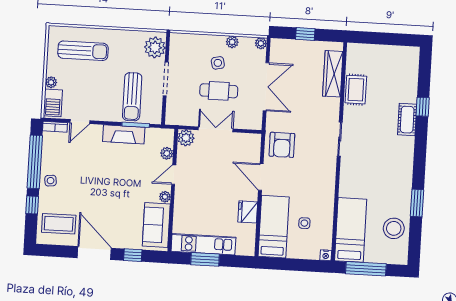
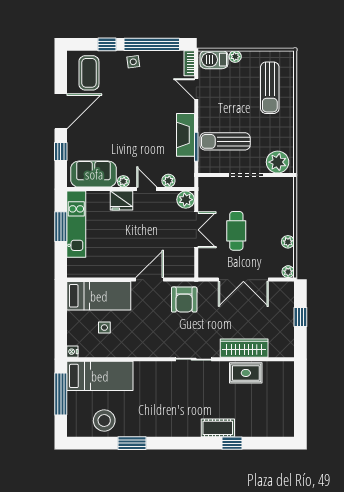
side table: (218, 63) -> (265, 228), removed
wardrobe: (333, 74) -> (244, 348), moved
armchair: (282, 145) -> (184, 300), turned -90
fridge: (248, 212) -> (122, 201), moved, turned 180

